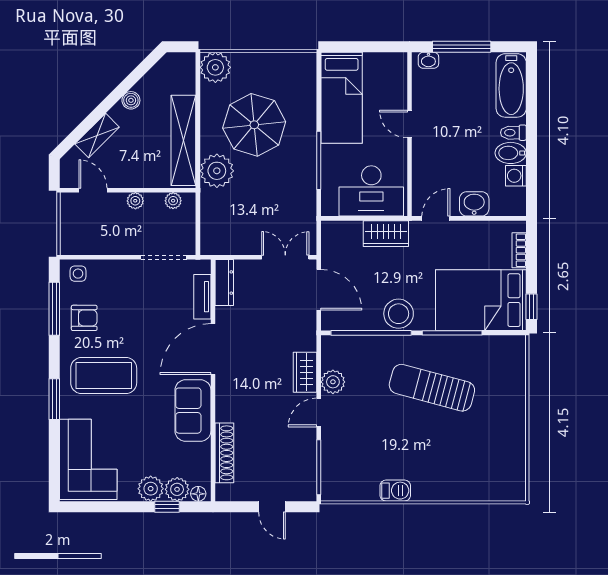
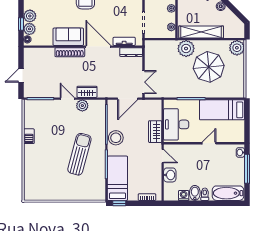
bed: (481, 300) -> (117, 178), width x0.67
shoe rack: (224, 453) -> (70, 52), moved

